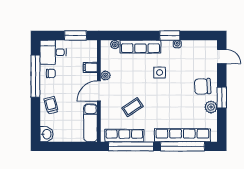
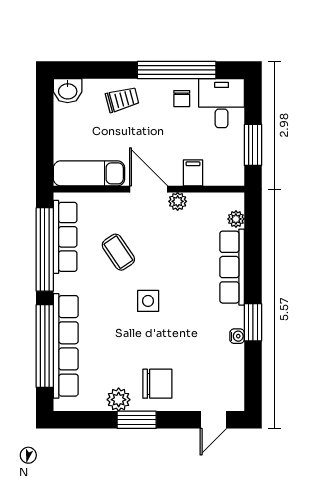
side table: (160, 72) -> (148, 301), moved
chair: (203, 86) -> (157, 384), turned 93

